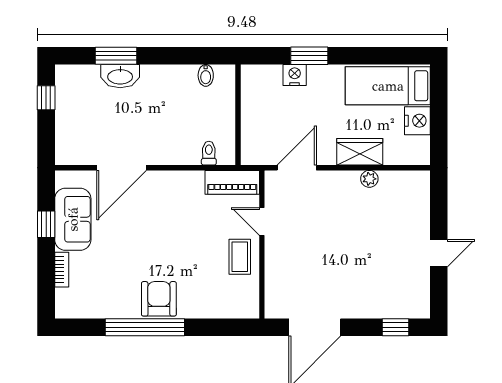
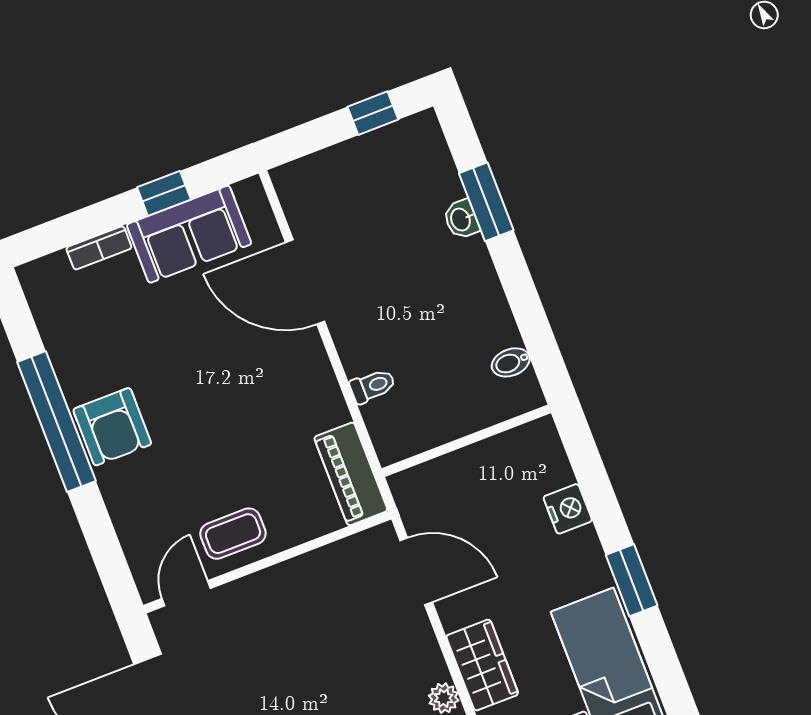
window: (309, 56) -> (632, 580), moved
washbasin: (120, 76) -> (461, 219), width x0.52, depth x0.69
toilet: (209, 153) -> (373, 386), moved
door: (262, 222) -> (186, 593), moved
armchair: (159, 299) -> (112, 427), turned 90

